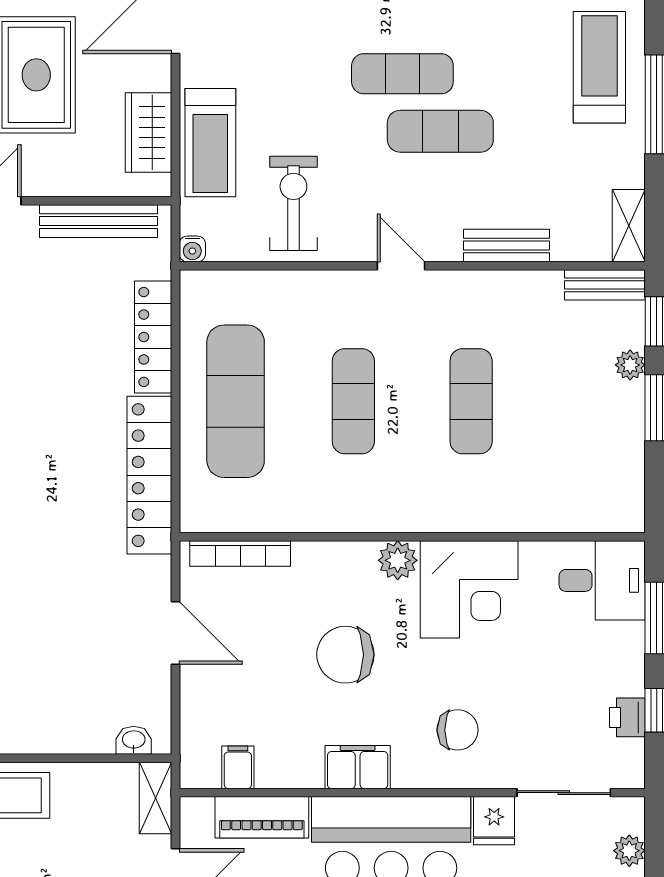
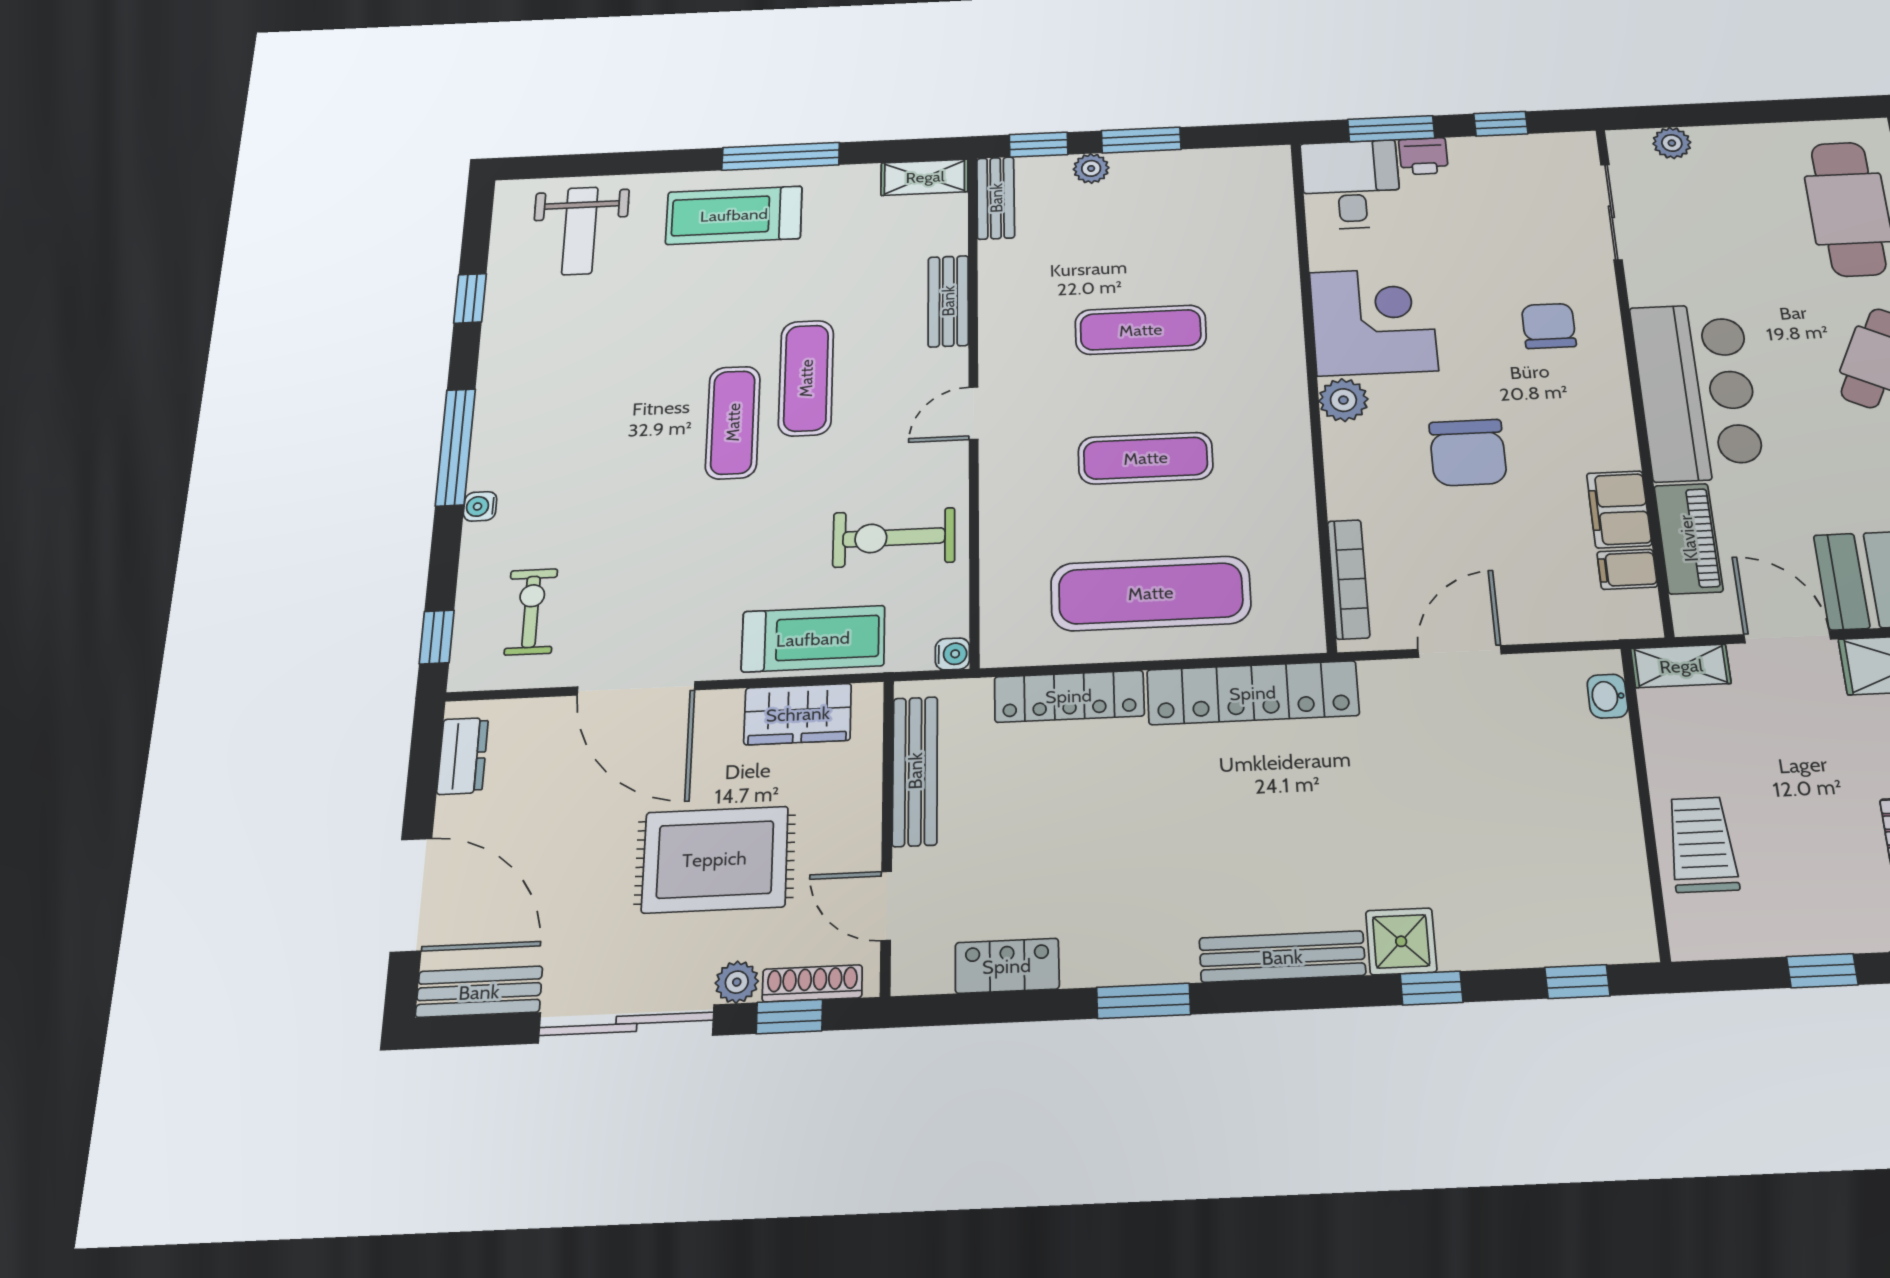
printer: (627, 717) -> (1423, 156), moved
filing cabinet: (358, 767) -> (1619, 509), moved
fridge: (494, 821) -> (1656, 282), removed

